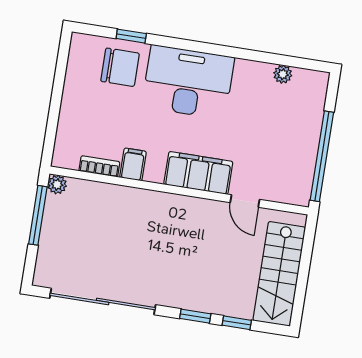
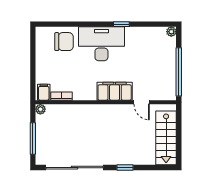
window: (131, 36) -> (121, 24), moved
plant: (283, 74) -> (171, 32), moved
filing cabinet: (133, 164) -> (44, 92), moved
window: (38, 215) -> (33, 138), moved
window: (237, 323) -> (148, 168), removed

